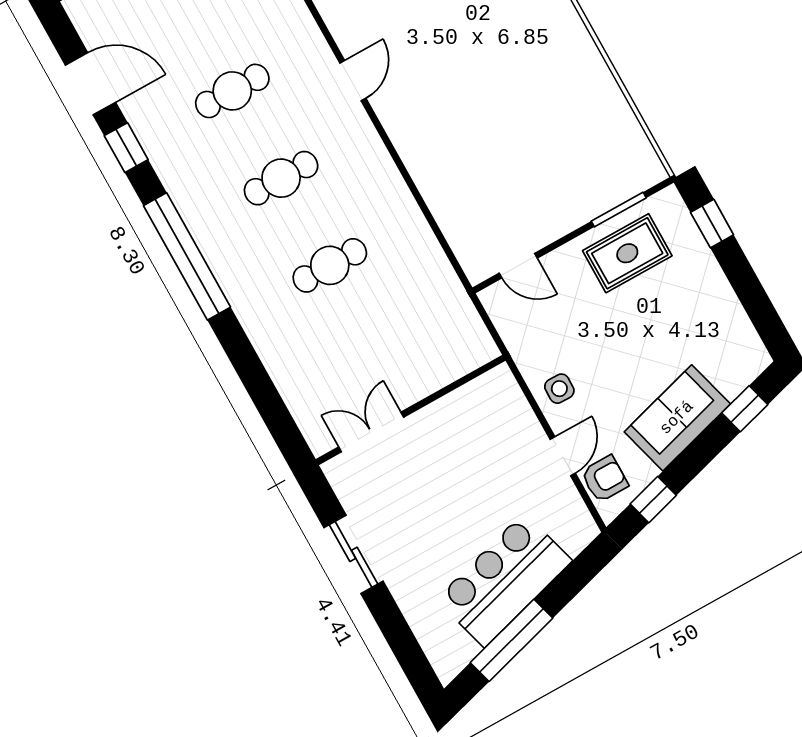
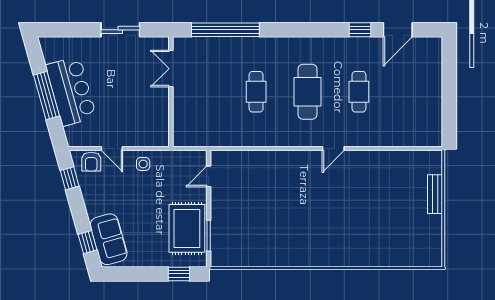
door: (353, 81) -> (333, 148), hinge flipped
cafe table: (281, 178) -> (308, 92), width x1.37, depth x1.35
rug: (627, 253) -> (187, 228), width x1.36, depth x1.43
window: (187, 256) -> (225, 30), moved
sofa: (677, 418) -> (109, 239), moved
double door: (371, 432) -> (171, 69), swing flipped
window: (511, 640) -> (47, 95), moved

